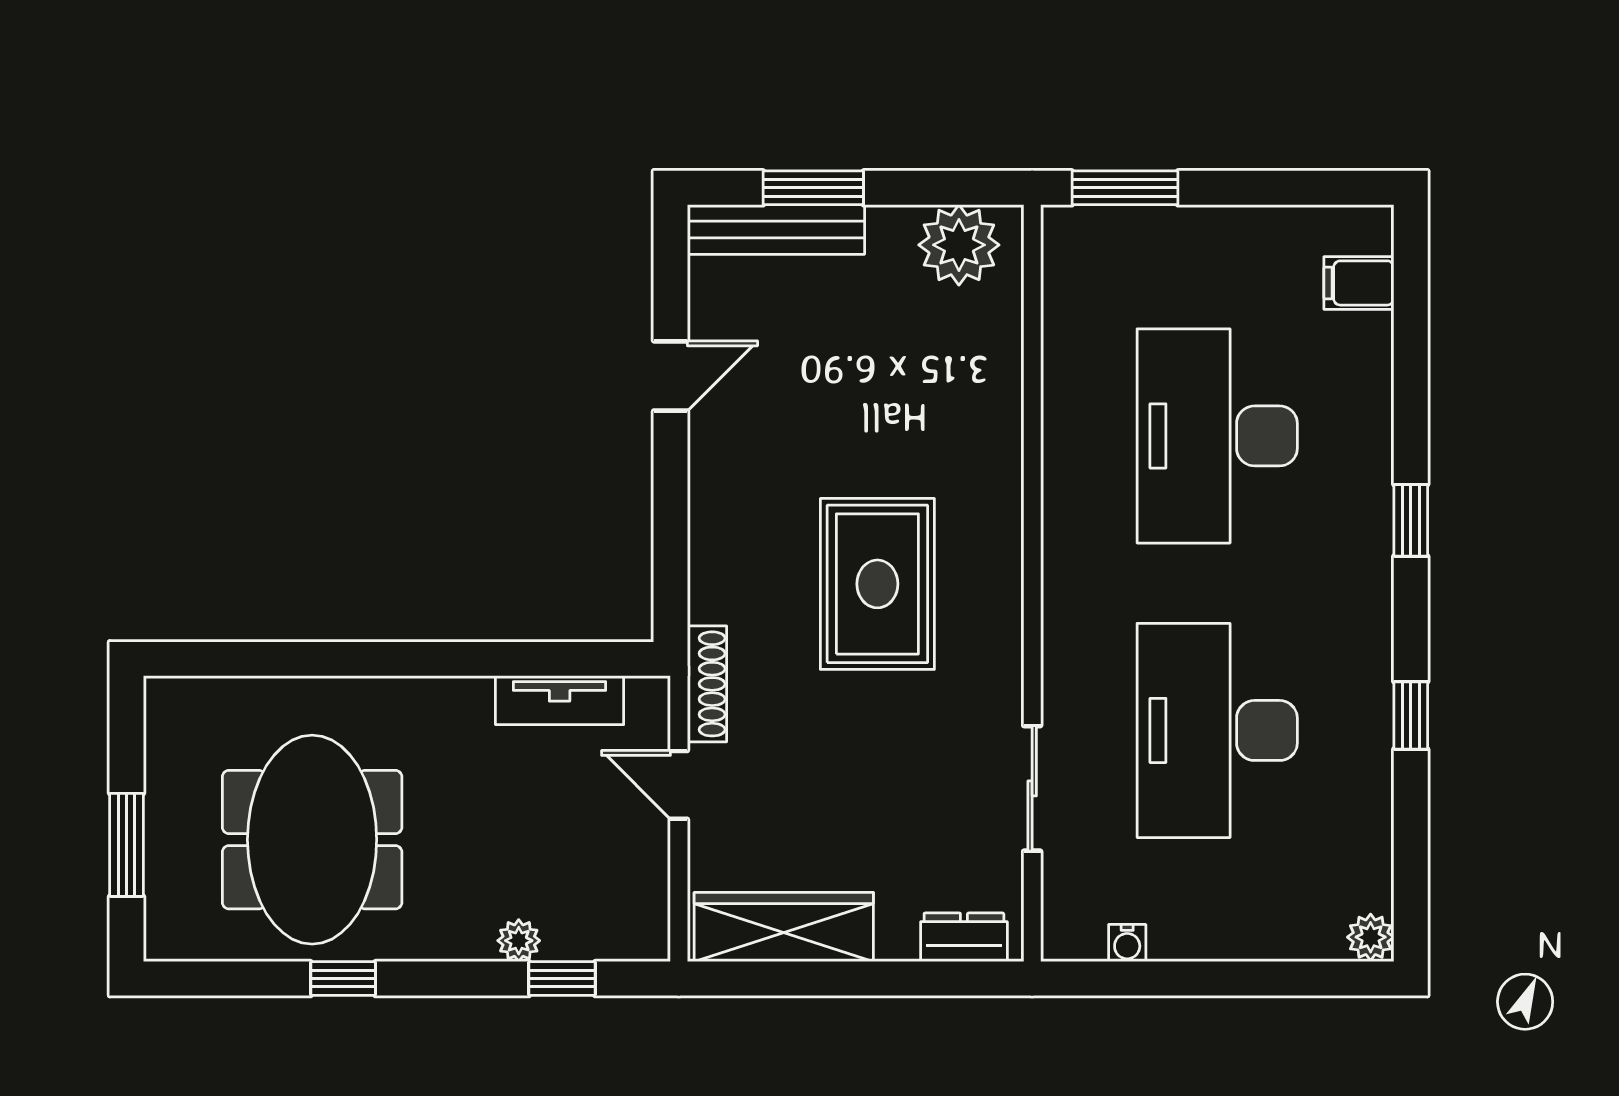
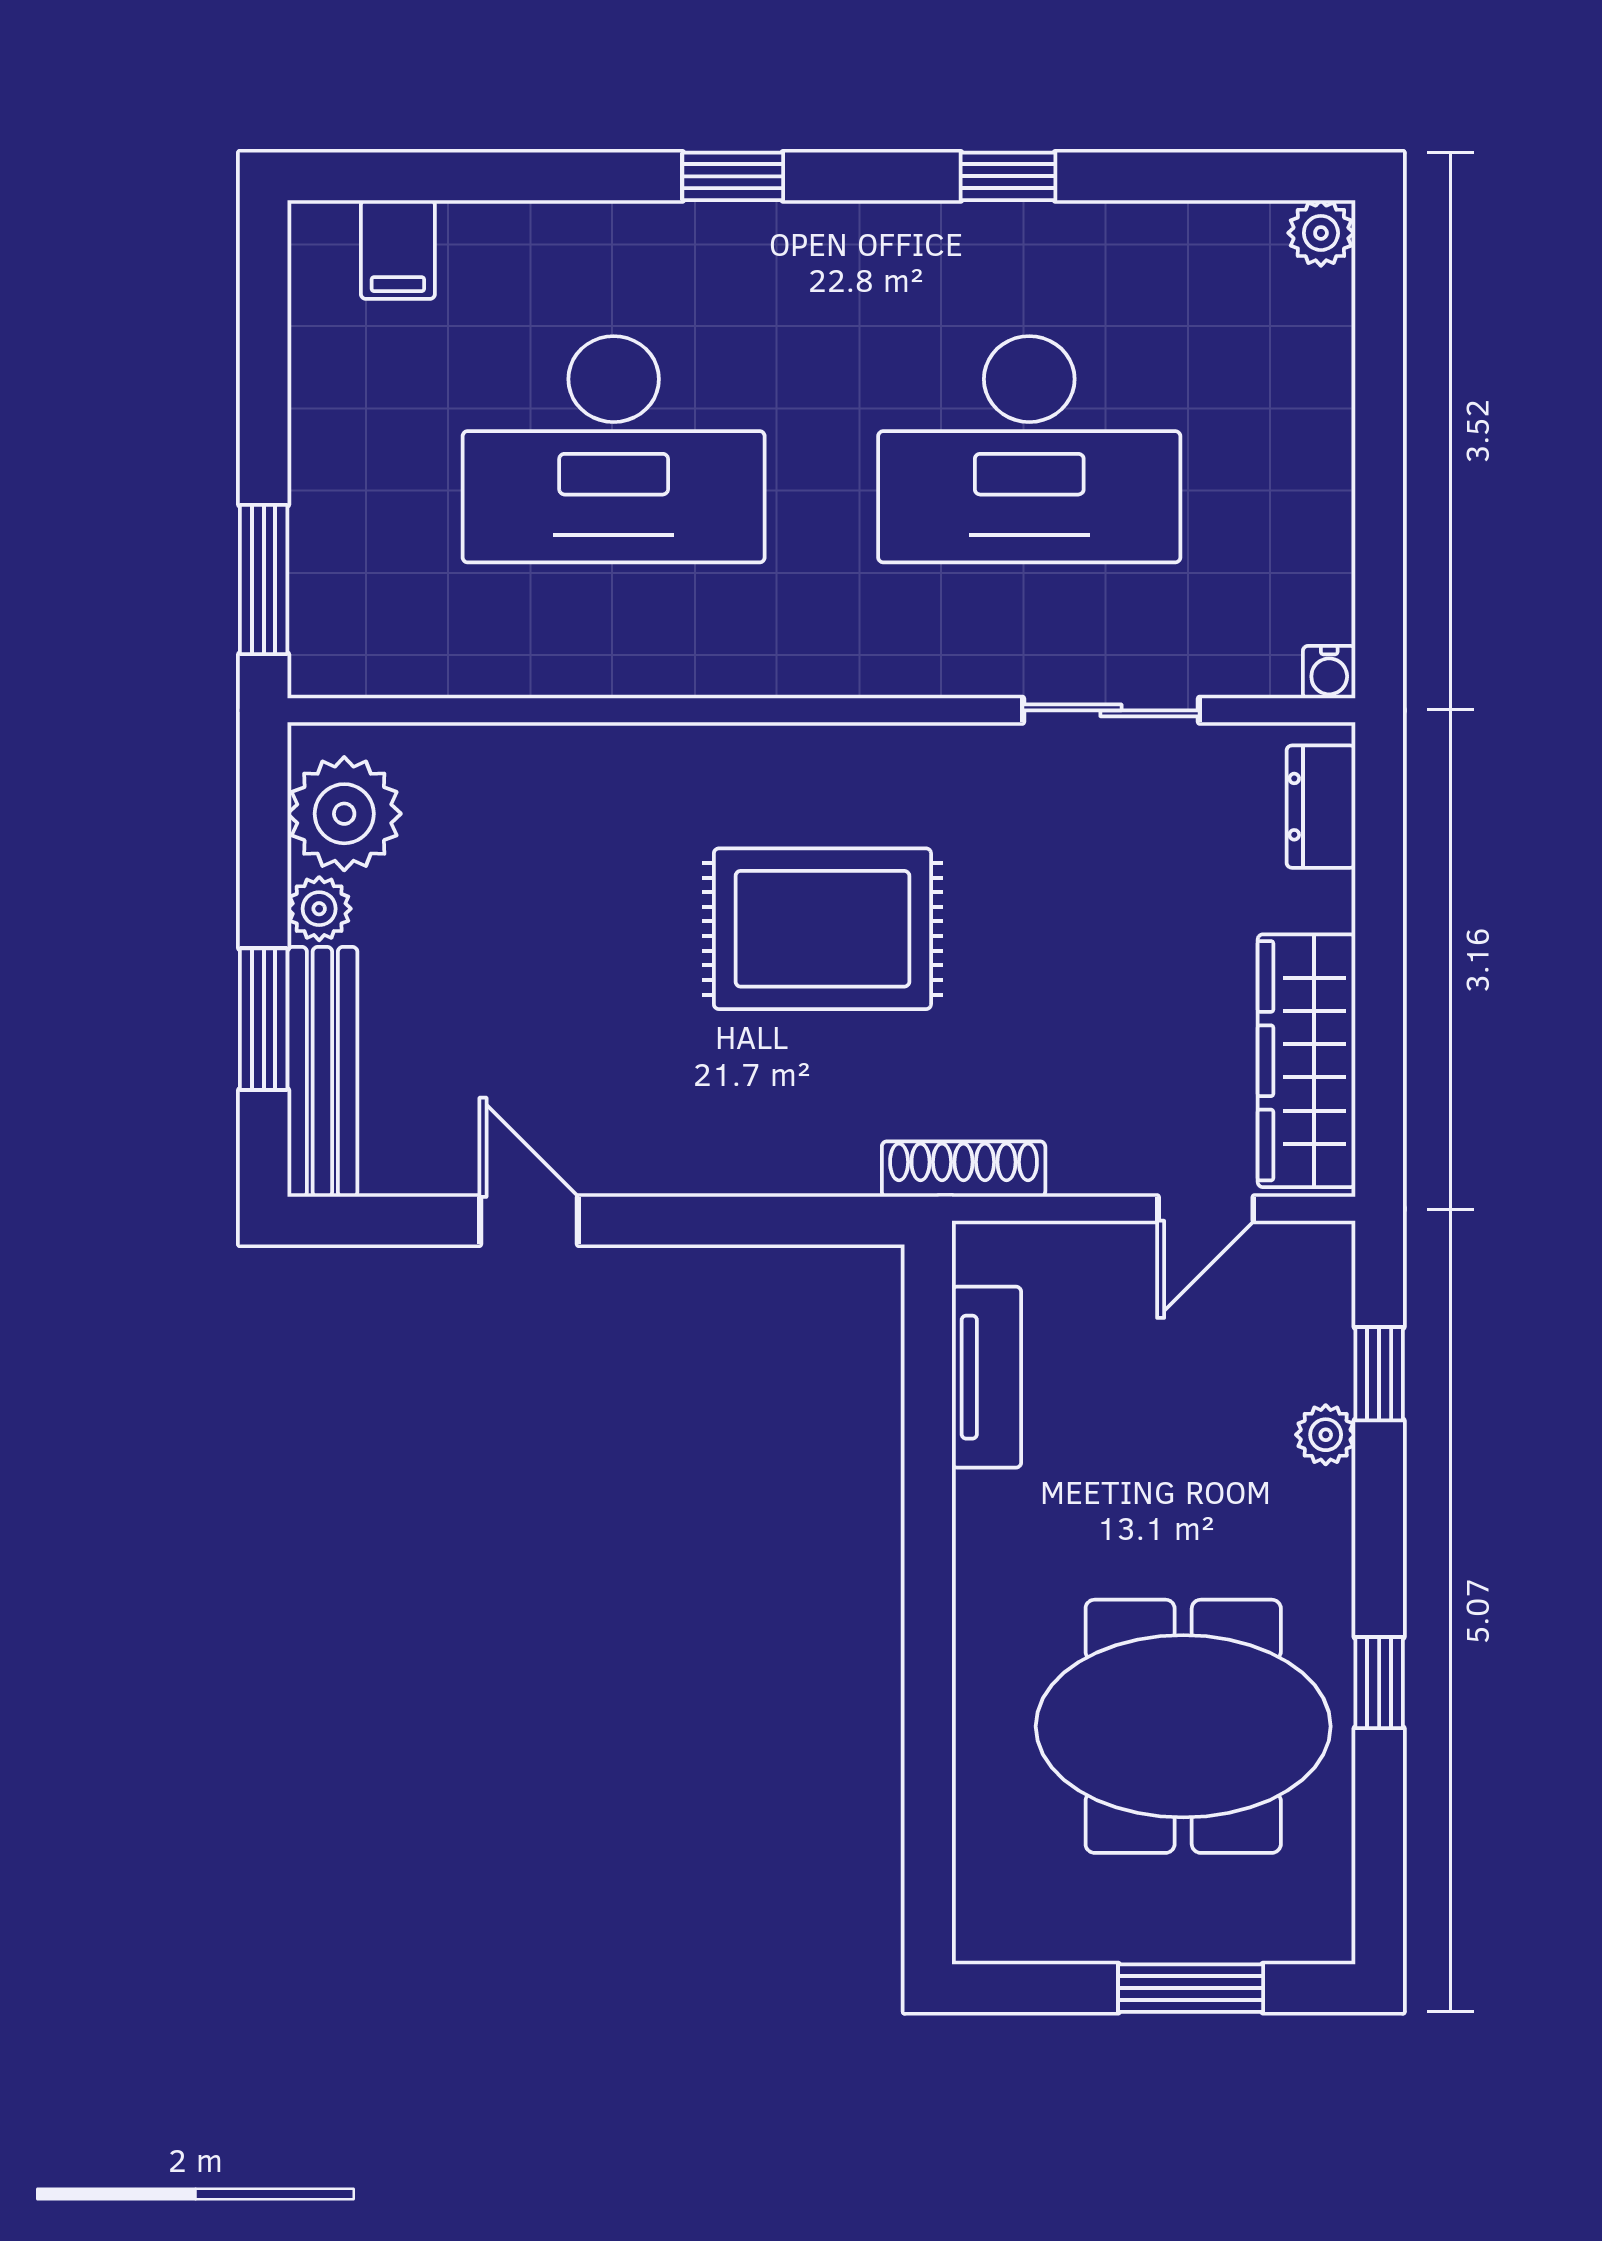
plant: (892, 227) -> (319, 909), added
door: (679, 785) -> (1206, 1209), moved
water cooler: (1127, 943) -> (1329, 672), moved, turned 90

